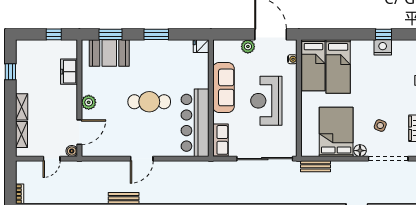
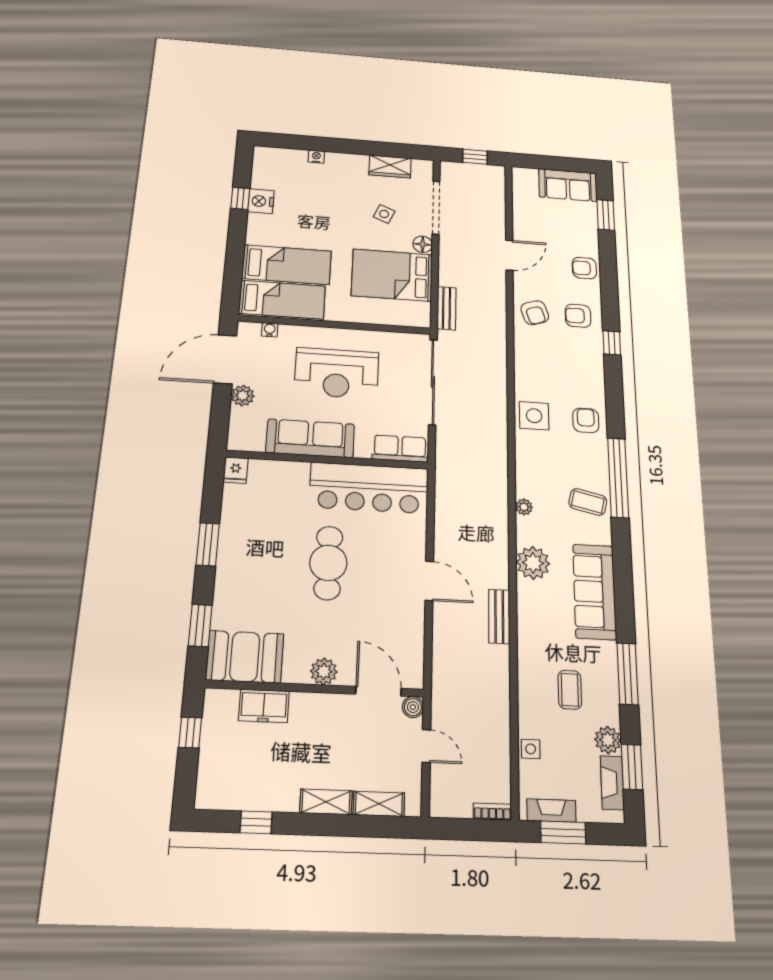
booth: (109, 53) -> (245, 657), moved, turned 90

